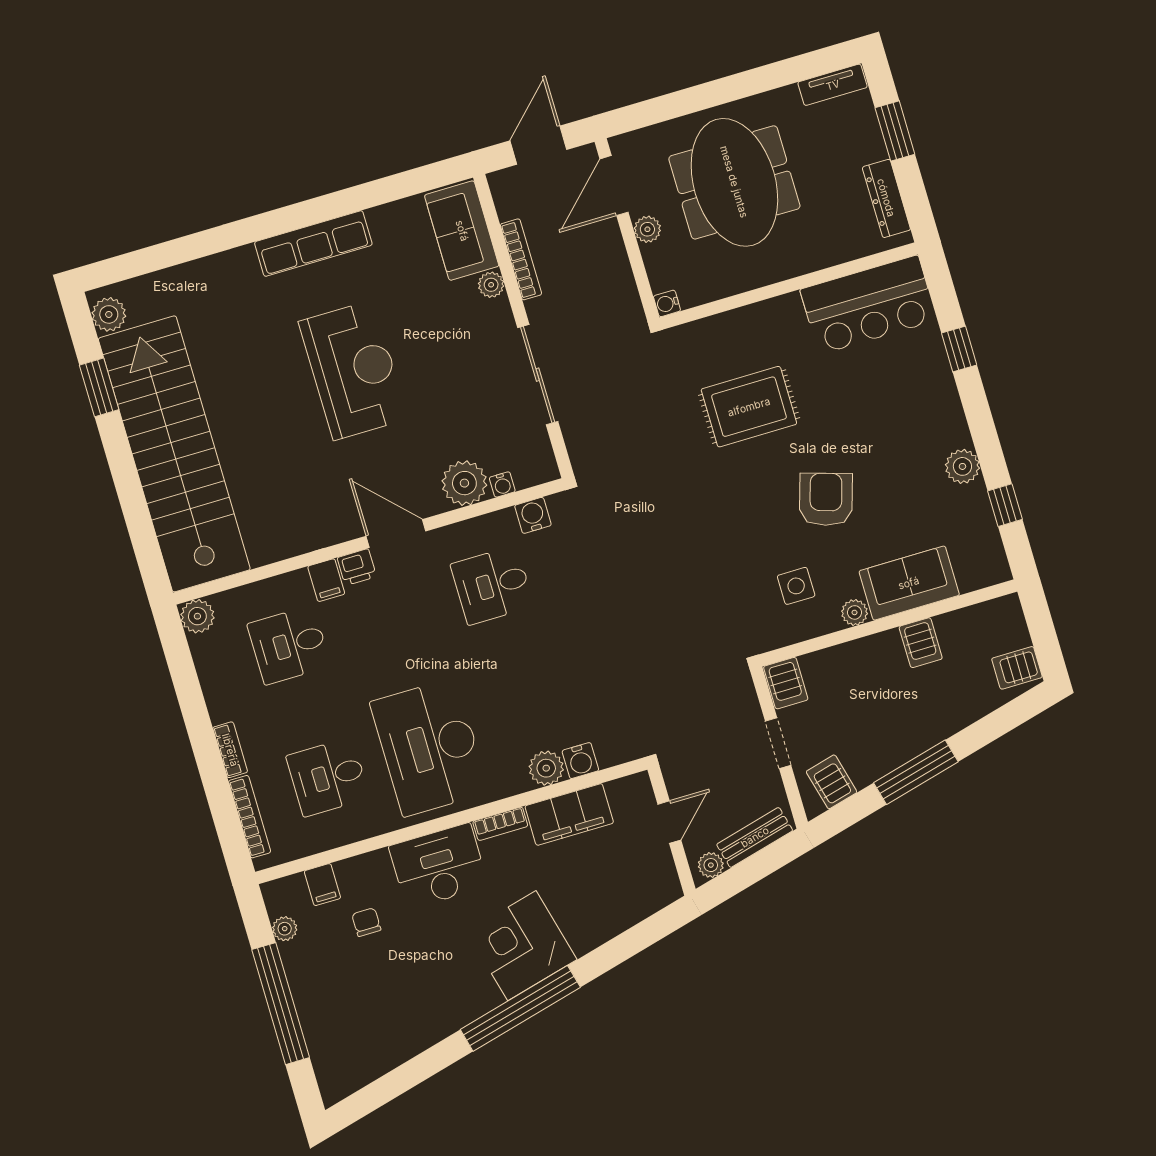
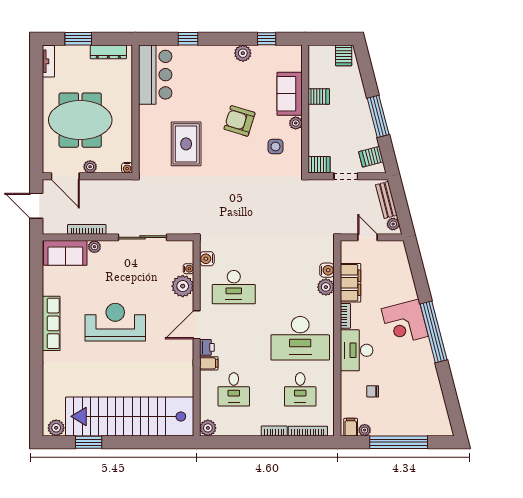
desk: (492, 585) -> (234, 287), width x1.37
filing cabinet: (322, 885) -> (351, 427), moved, turned -90

